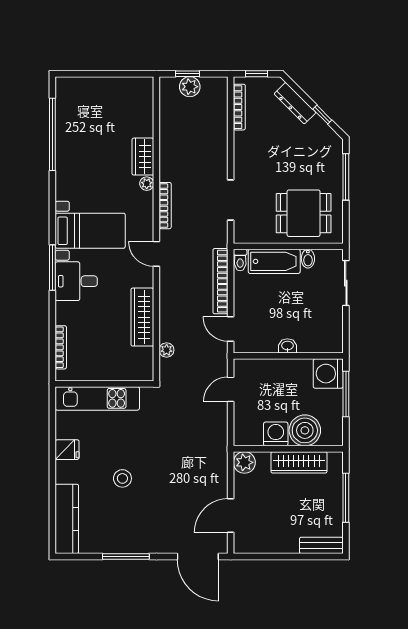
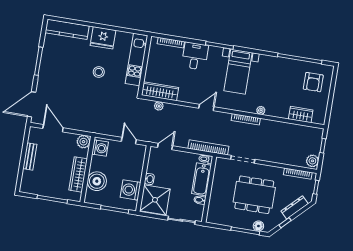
plant: (190, 87) -> (312, 161), moved
armchair: (87, 106) -> (313, 82), added
wardrobe: (143, 157) -> (301, 115), moved
floor lamp: (335, 157) -> (258, 226), added
dining table: (304, 213) -> (254, 195), moved, width x1.38
door: (156, 254) -> (206, 107), moved
desk: (76, 281) -> (195, 56), moved
bookcase: (220, 281) -> (208, 147), moved
wardrobe: (142, 317) -> (160, 91), moved
shower: (320, 331) -> (155, 200), added
washing machine: (328, 374) -> (131, 190), moved, turned -90
washing machine: (276, 434) -> (100, 148), moved
fridge: (67, 450) -> (103, 38), width x1.88, depth x1.34
stool: (122, 478) -> (99, 72), moved
bench: (321, 545) -> (30, 156), moved

